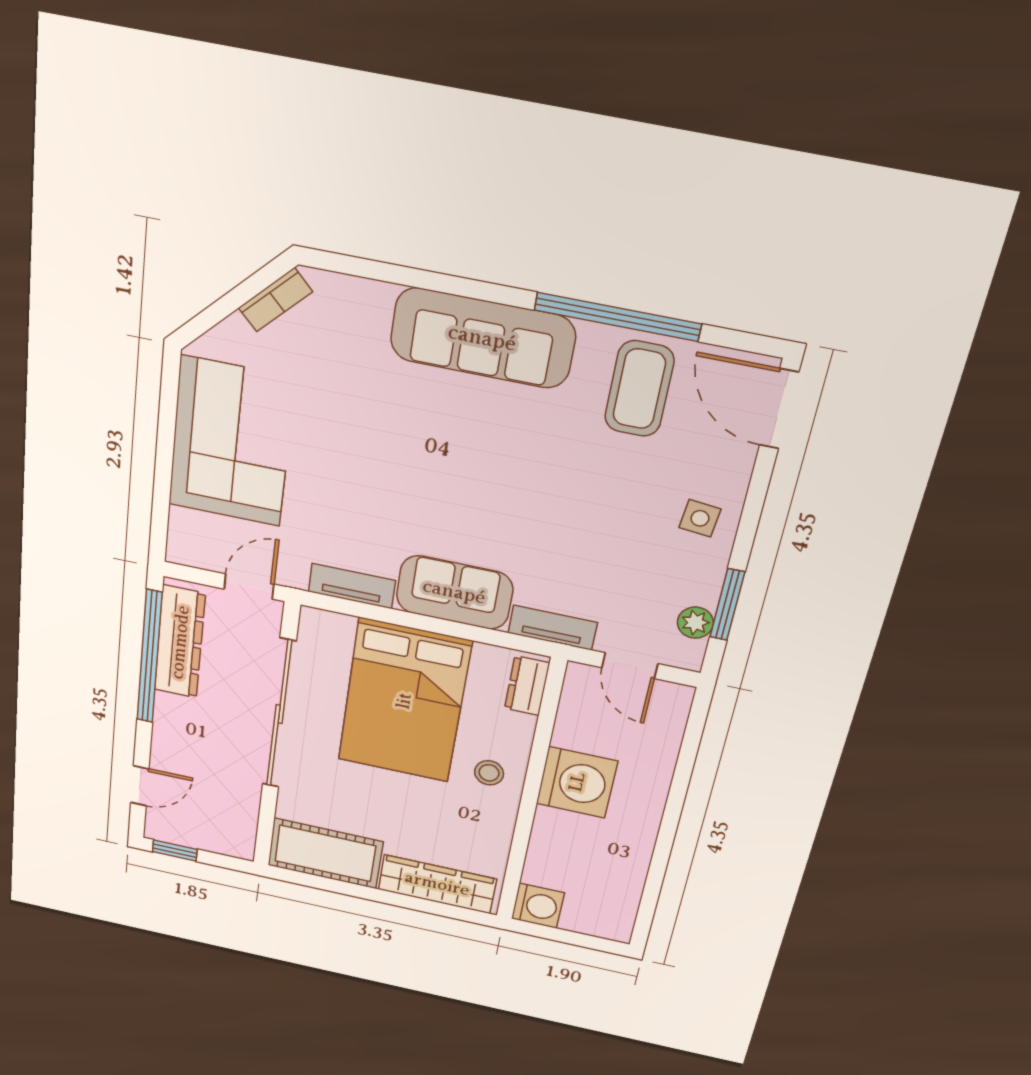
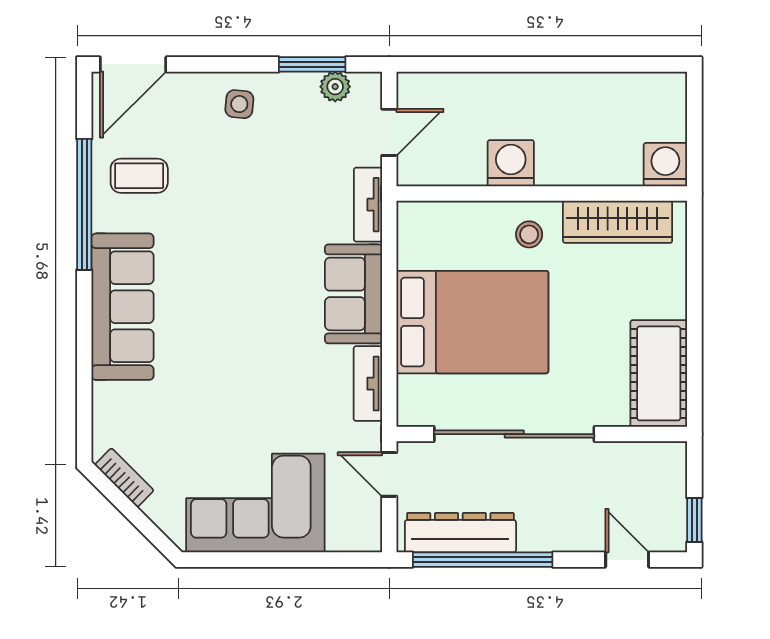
coffee table: (639, 389) -> (139, 176), width x0.73, depth x0.77
dresser: (527, 686) -> (430, 216), removed
washing machine: (577, 782) -> (511, 163), width x0.73, depth x0.73
wardrobe: (437, 884) -> (618, 222), moved, turned -90

